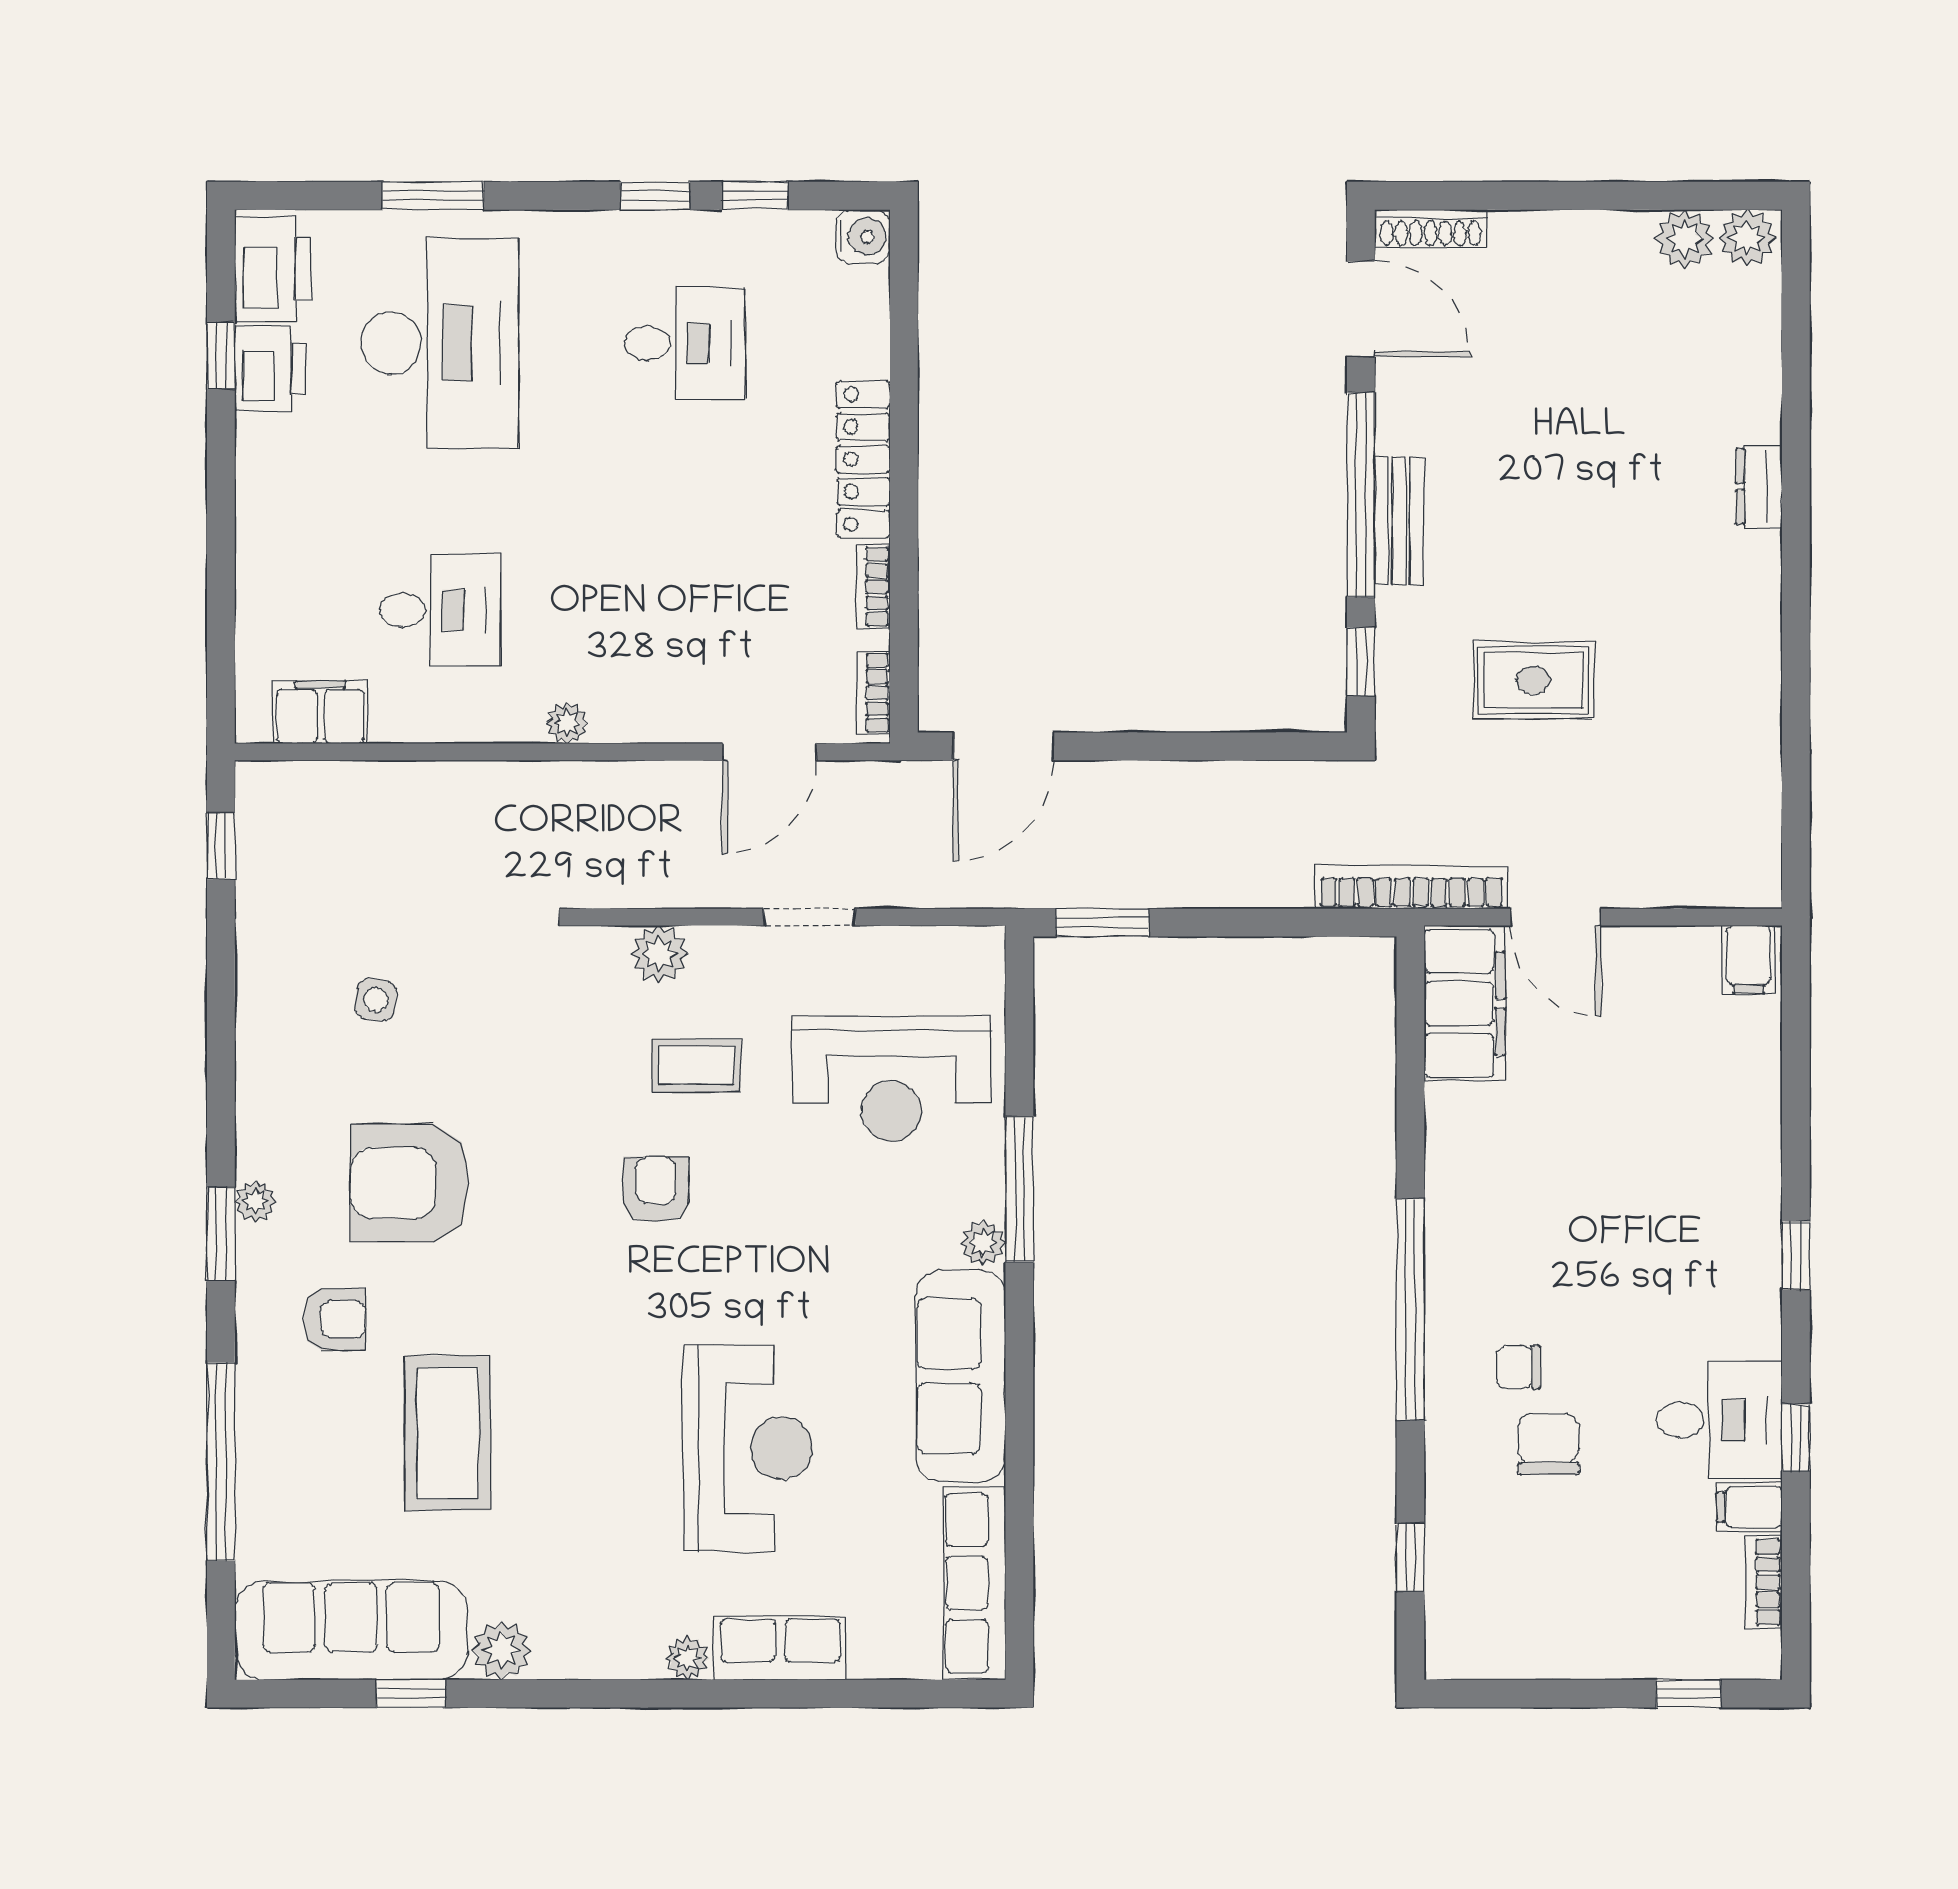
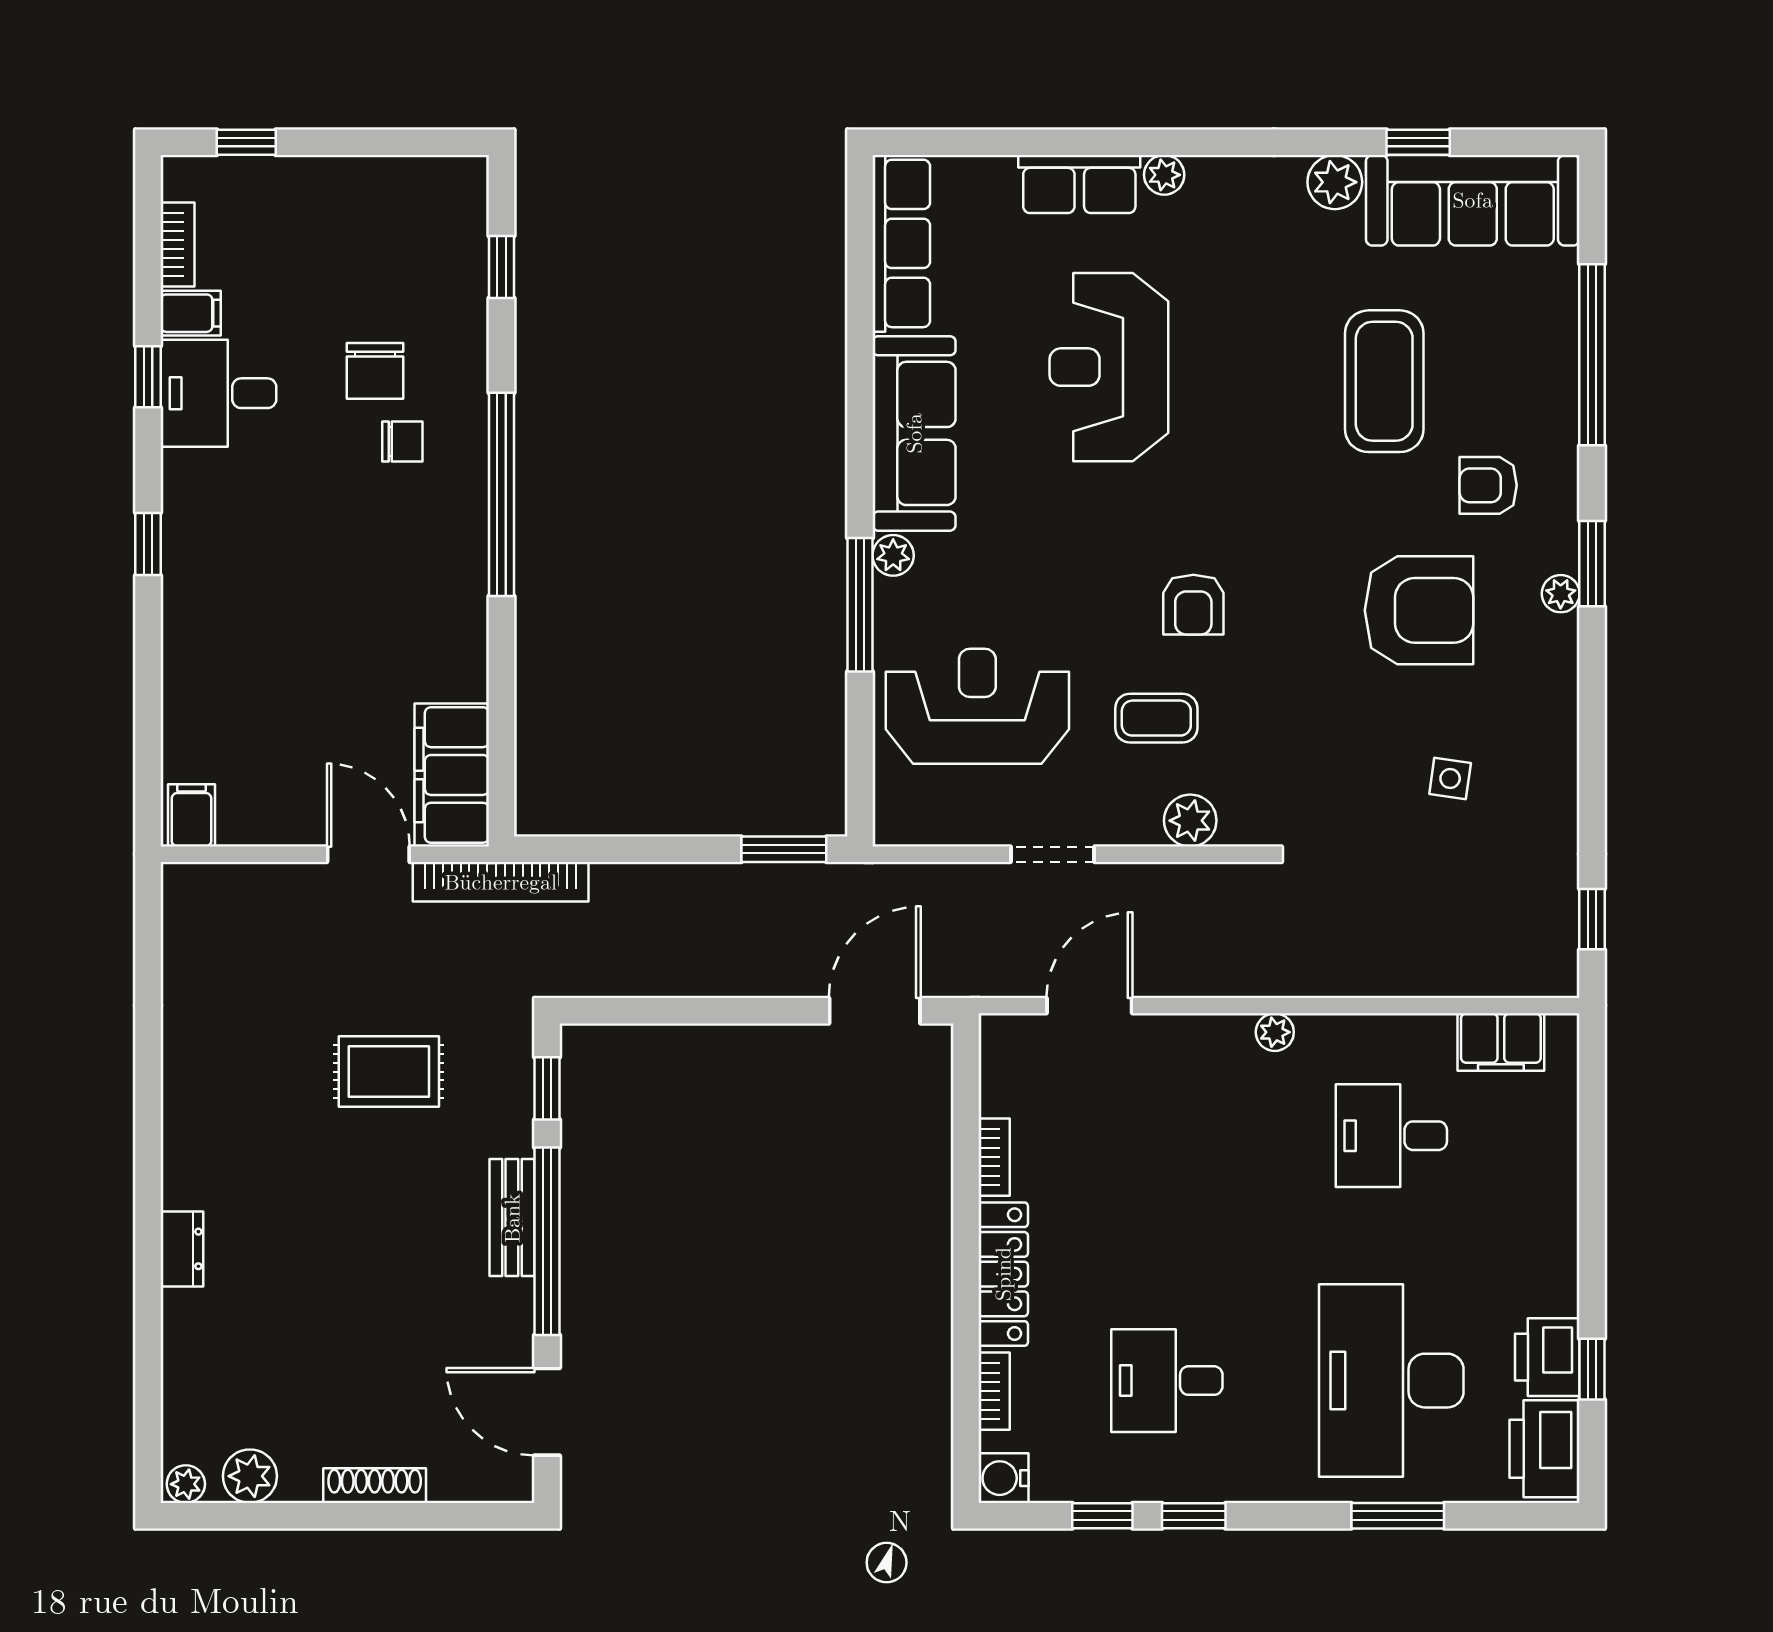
shoe rack: (1430, 228) -> (375, 1486), moved
plant: (1747, 238) -> (186, 1484), width x0.73, depth x0.73
bookcase: (873, 693) -> (994, 1391), moved

